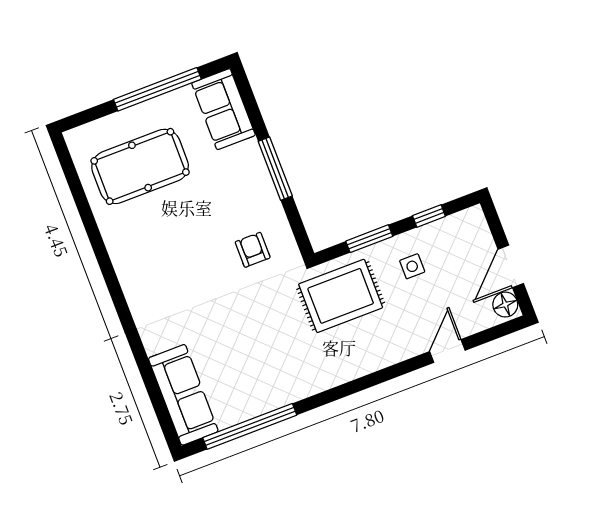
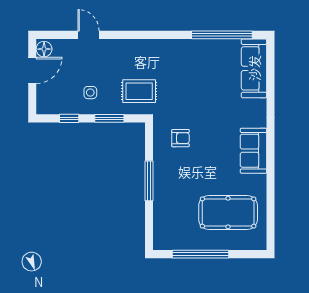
sofa: (223, 109) -> (253, 151), moved, turned 180
armchair: (253, 250) -> (181, 138), turned -90
rug: (341, 296) -> (139, 91), width x0.73, depth x0.70
door: (447, 351) -> (89, 35), swing flipped

